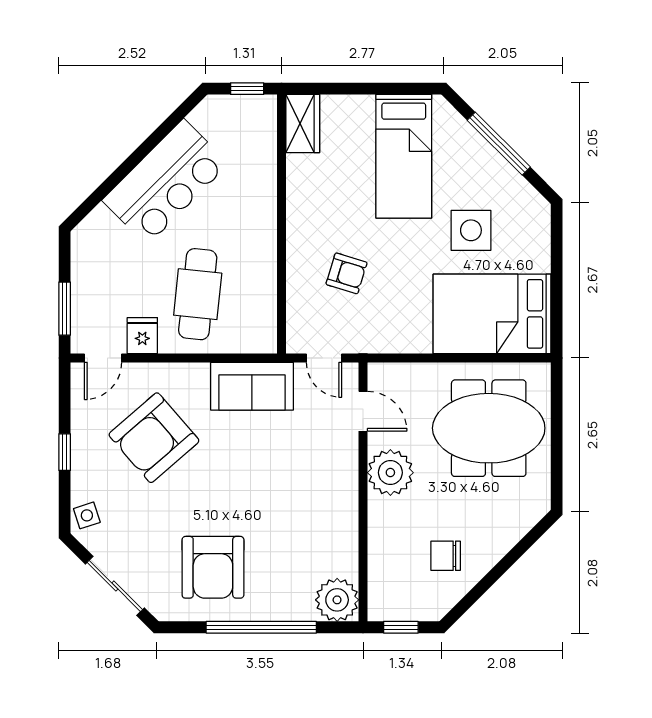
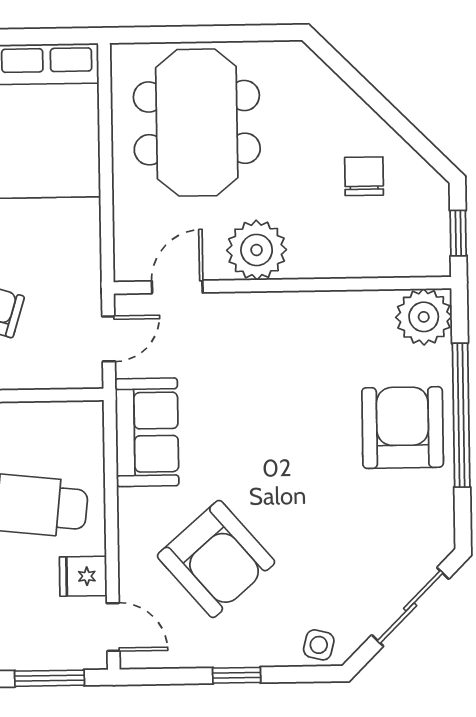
side table: (87, 515) -> (319, 645), turned 32
chair: (446, 556) -> (364, 176), turned 180
armchair: (213, 567) -> (403, 428), moved, turned -90

